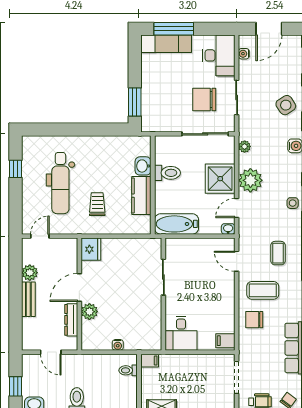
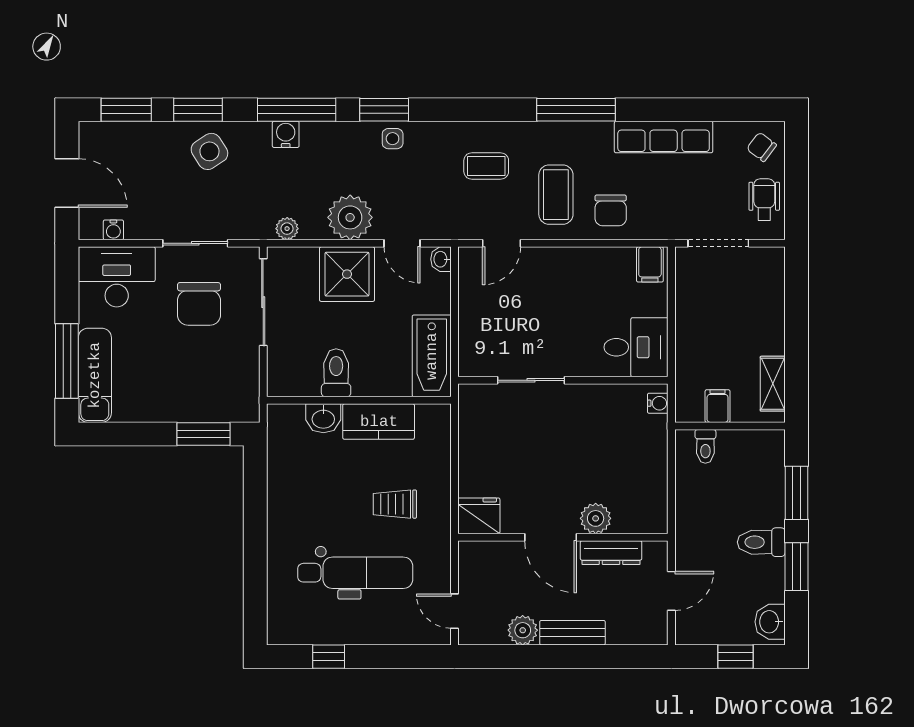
water cooler: (118, 345) -> (658, 403), moved
filing cabinet: (150, 361) -> (718, 406), moved

